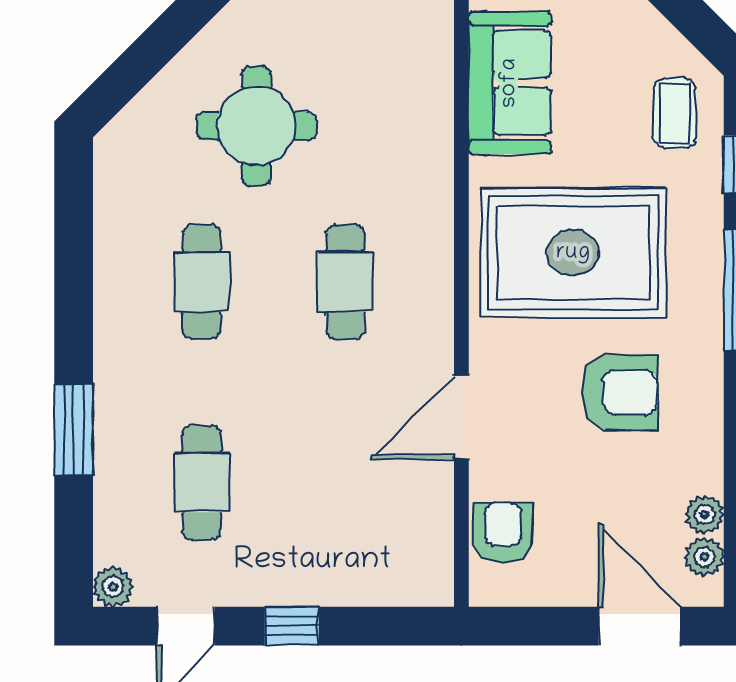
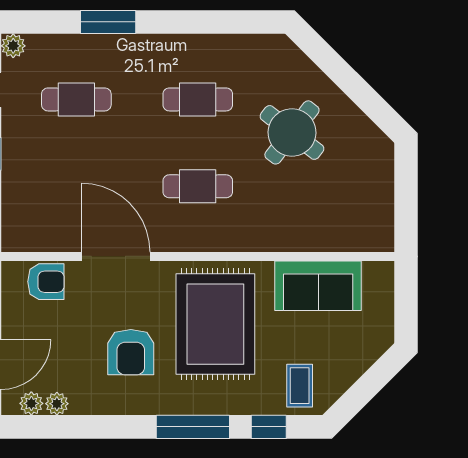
coffee table: (675, 113) -> (300, 386), turned 90
round table: (256, 126) -> (292, 132), turned 38
door: (461, 417) -> (116, 256), width x1.36

